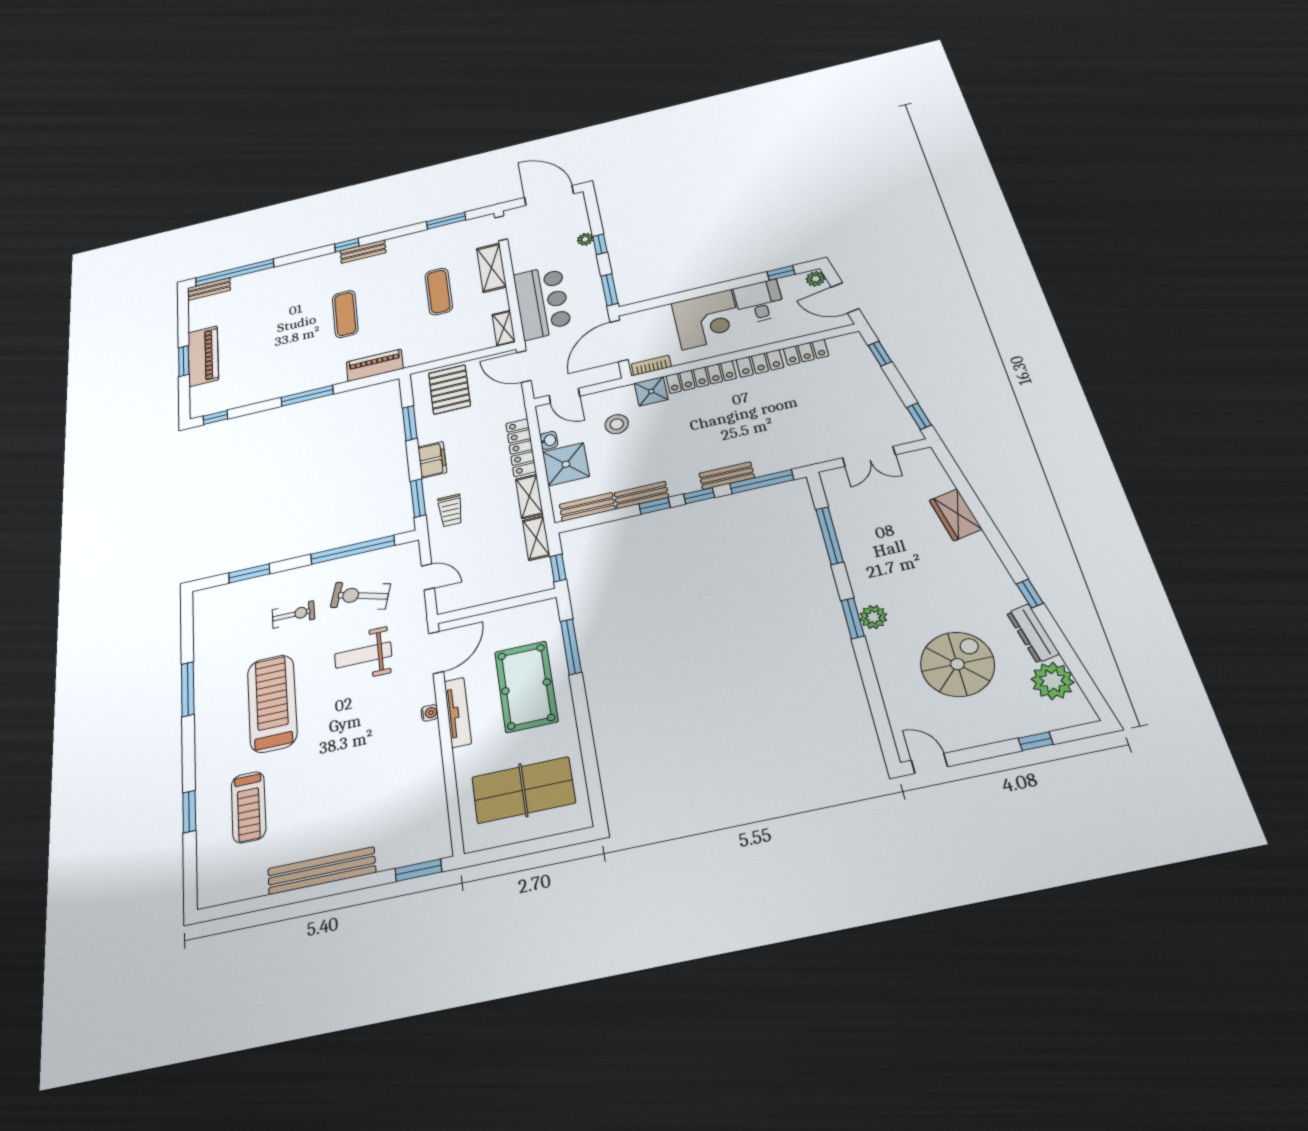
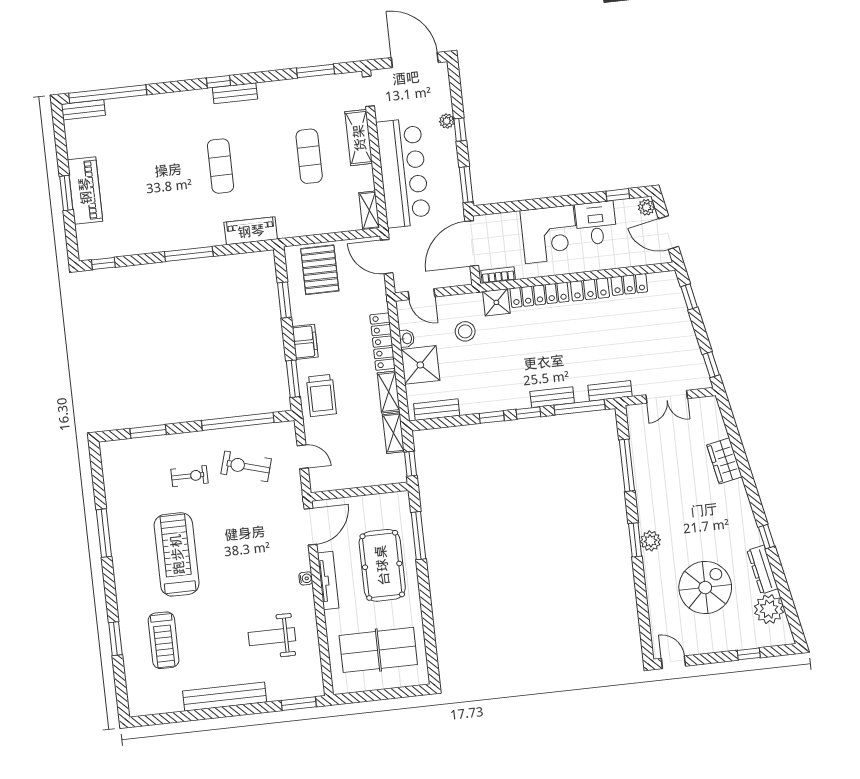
bar counter: (542, 302) -> (403, 173), width x1.36
bench: (641, 495) -> (610, 391), moved
trolley: (450, 510) -> (321, 395), width x1.36, depth x1.39
weight bench: (363, 655) -> (272, 637), moved

